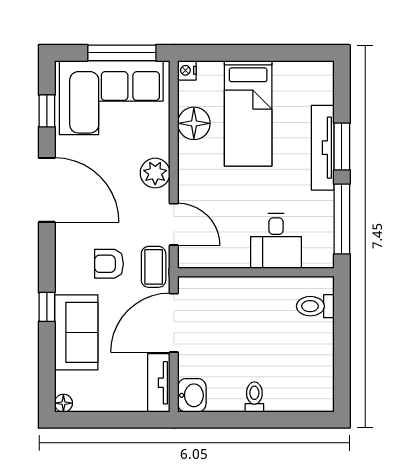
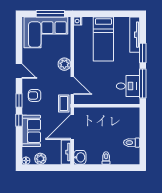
window: (47, 111) -> (19, 100), moved
floor lamp: (194, 123) -> (81, 43), removed
tv unit: (323, 148) -> (135, 35), moved
door: (47, 190) -> (19, 71), width x0.53
desk: (276, 241) -> (128, 86), moved, turned -90
armchair: (109, 264) -> (35, 95), moved
toilet: (315, 306) -> (132, 143), moved
plant: (98, 399) -> (40, 159), added

